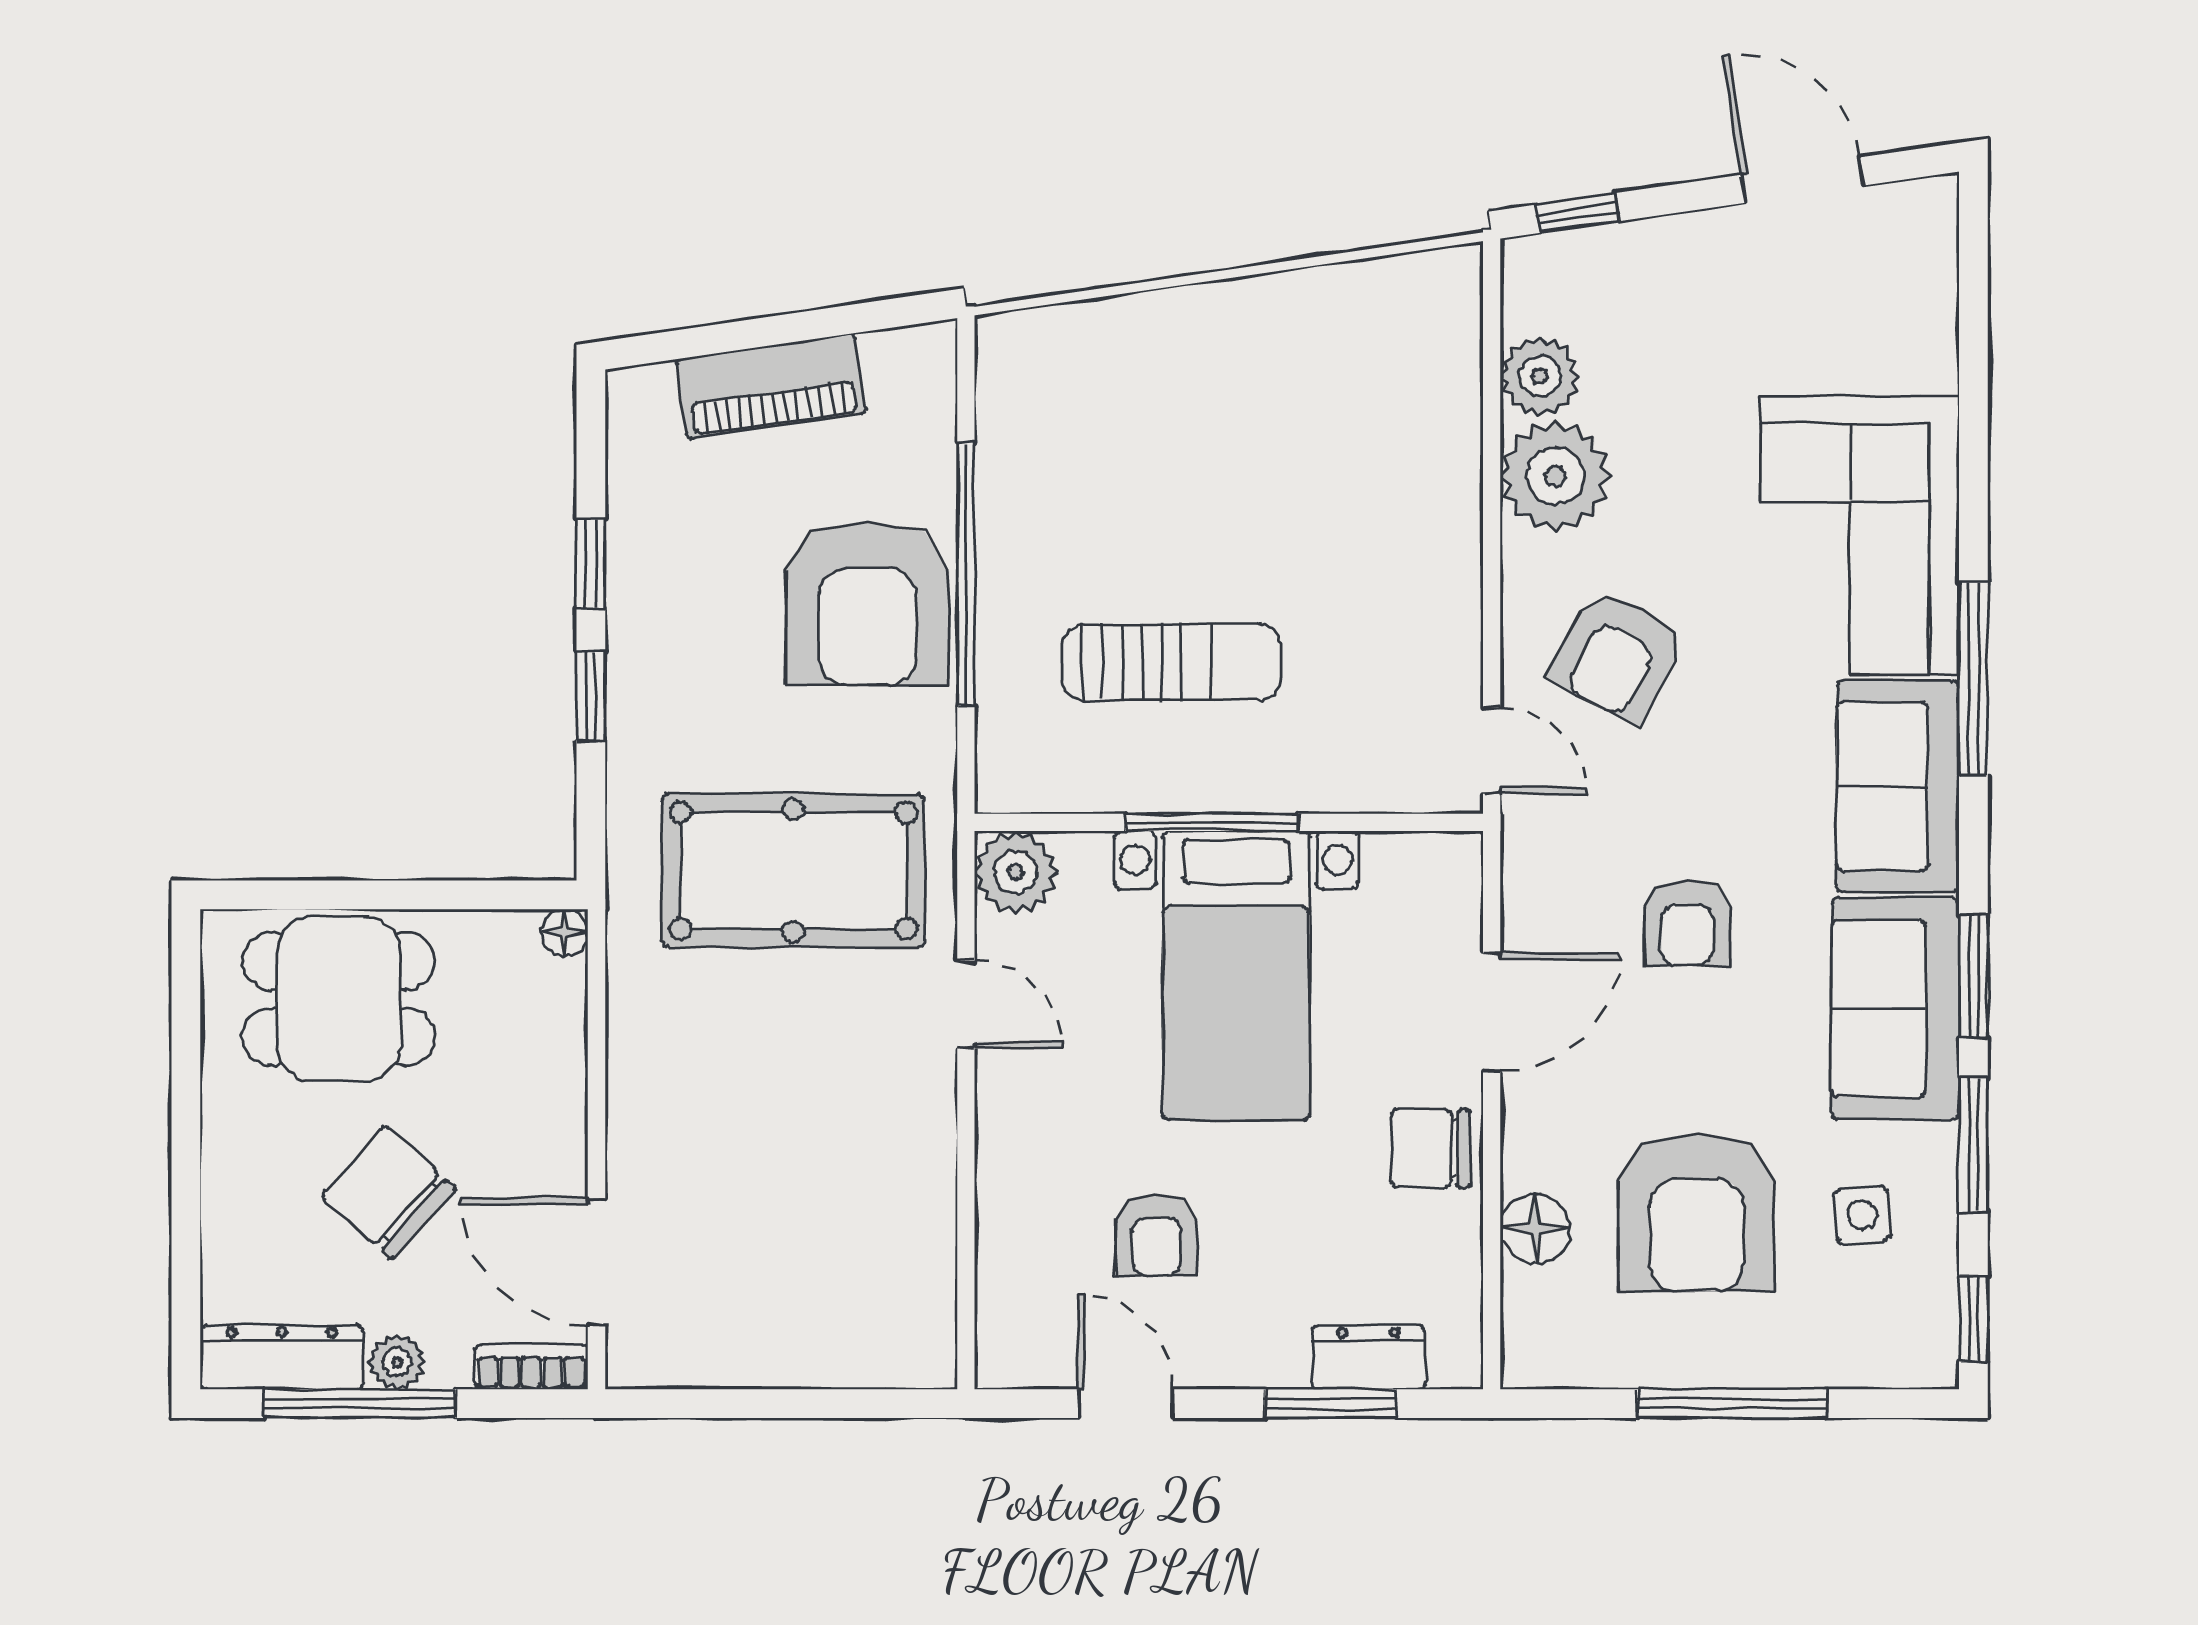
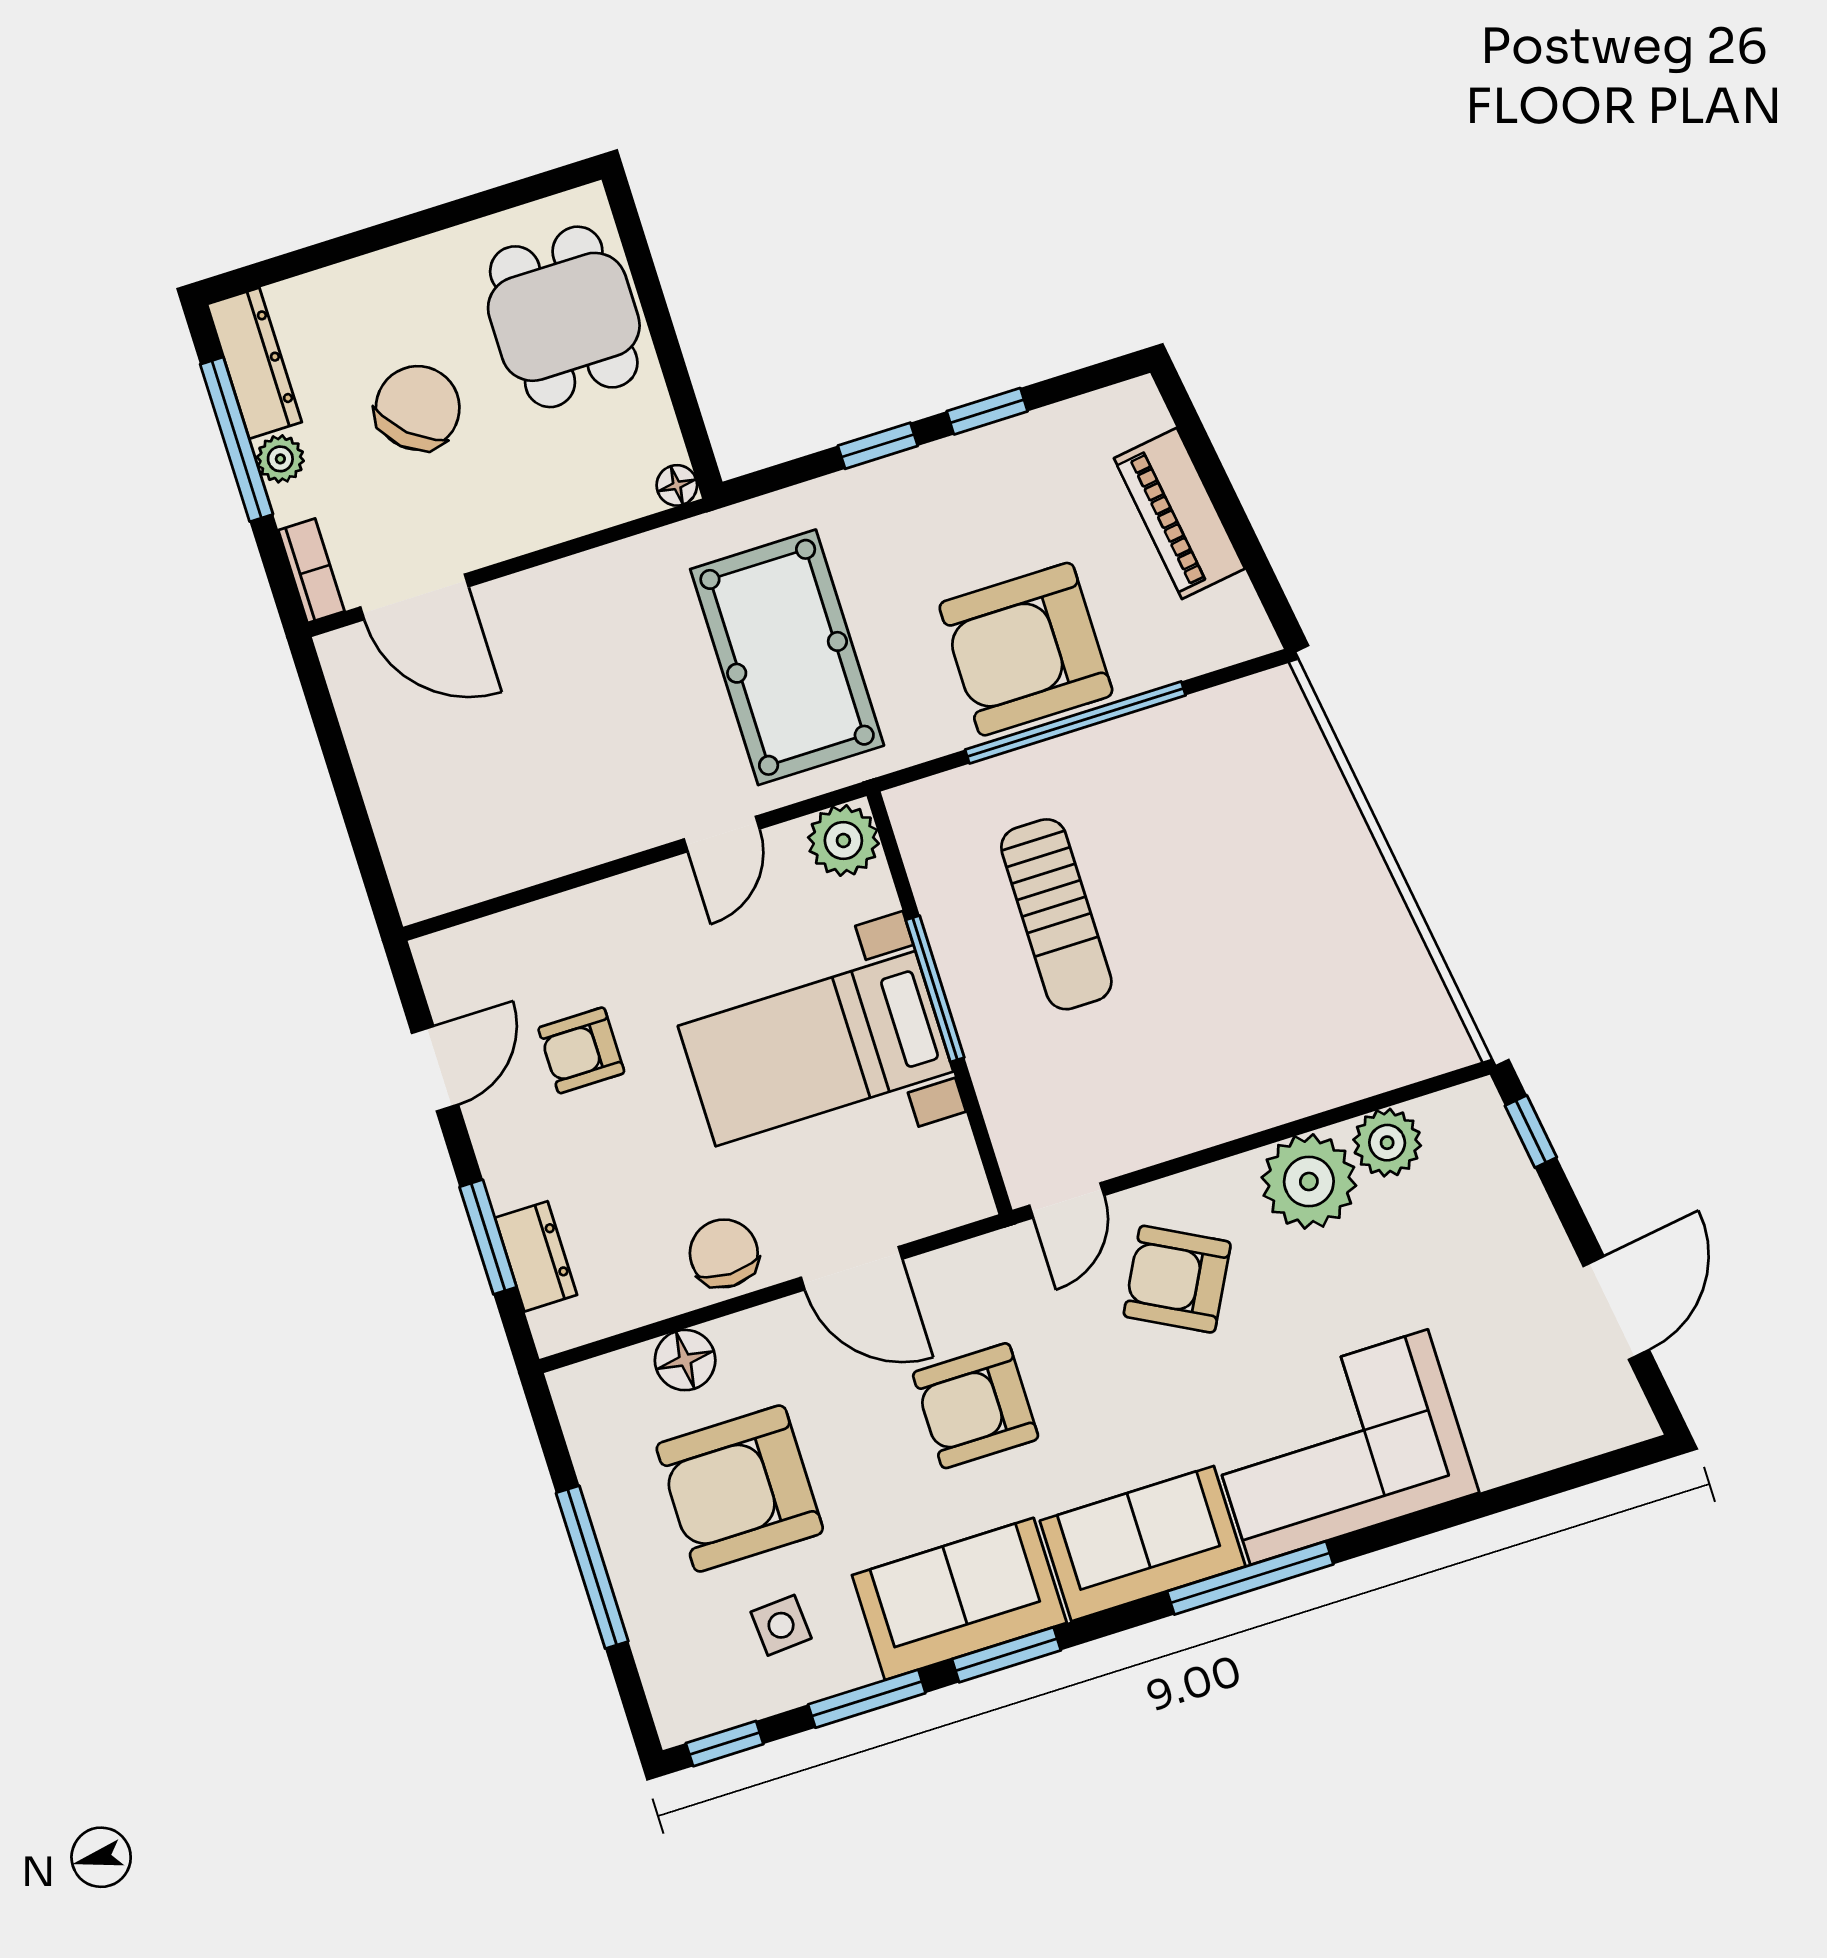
armchair: (1687, 923) -> (976, 1406), width x1.38, depth x1.38
door: (596, 1262) -> (414, 597), swing flipped

